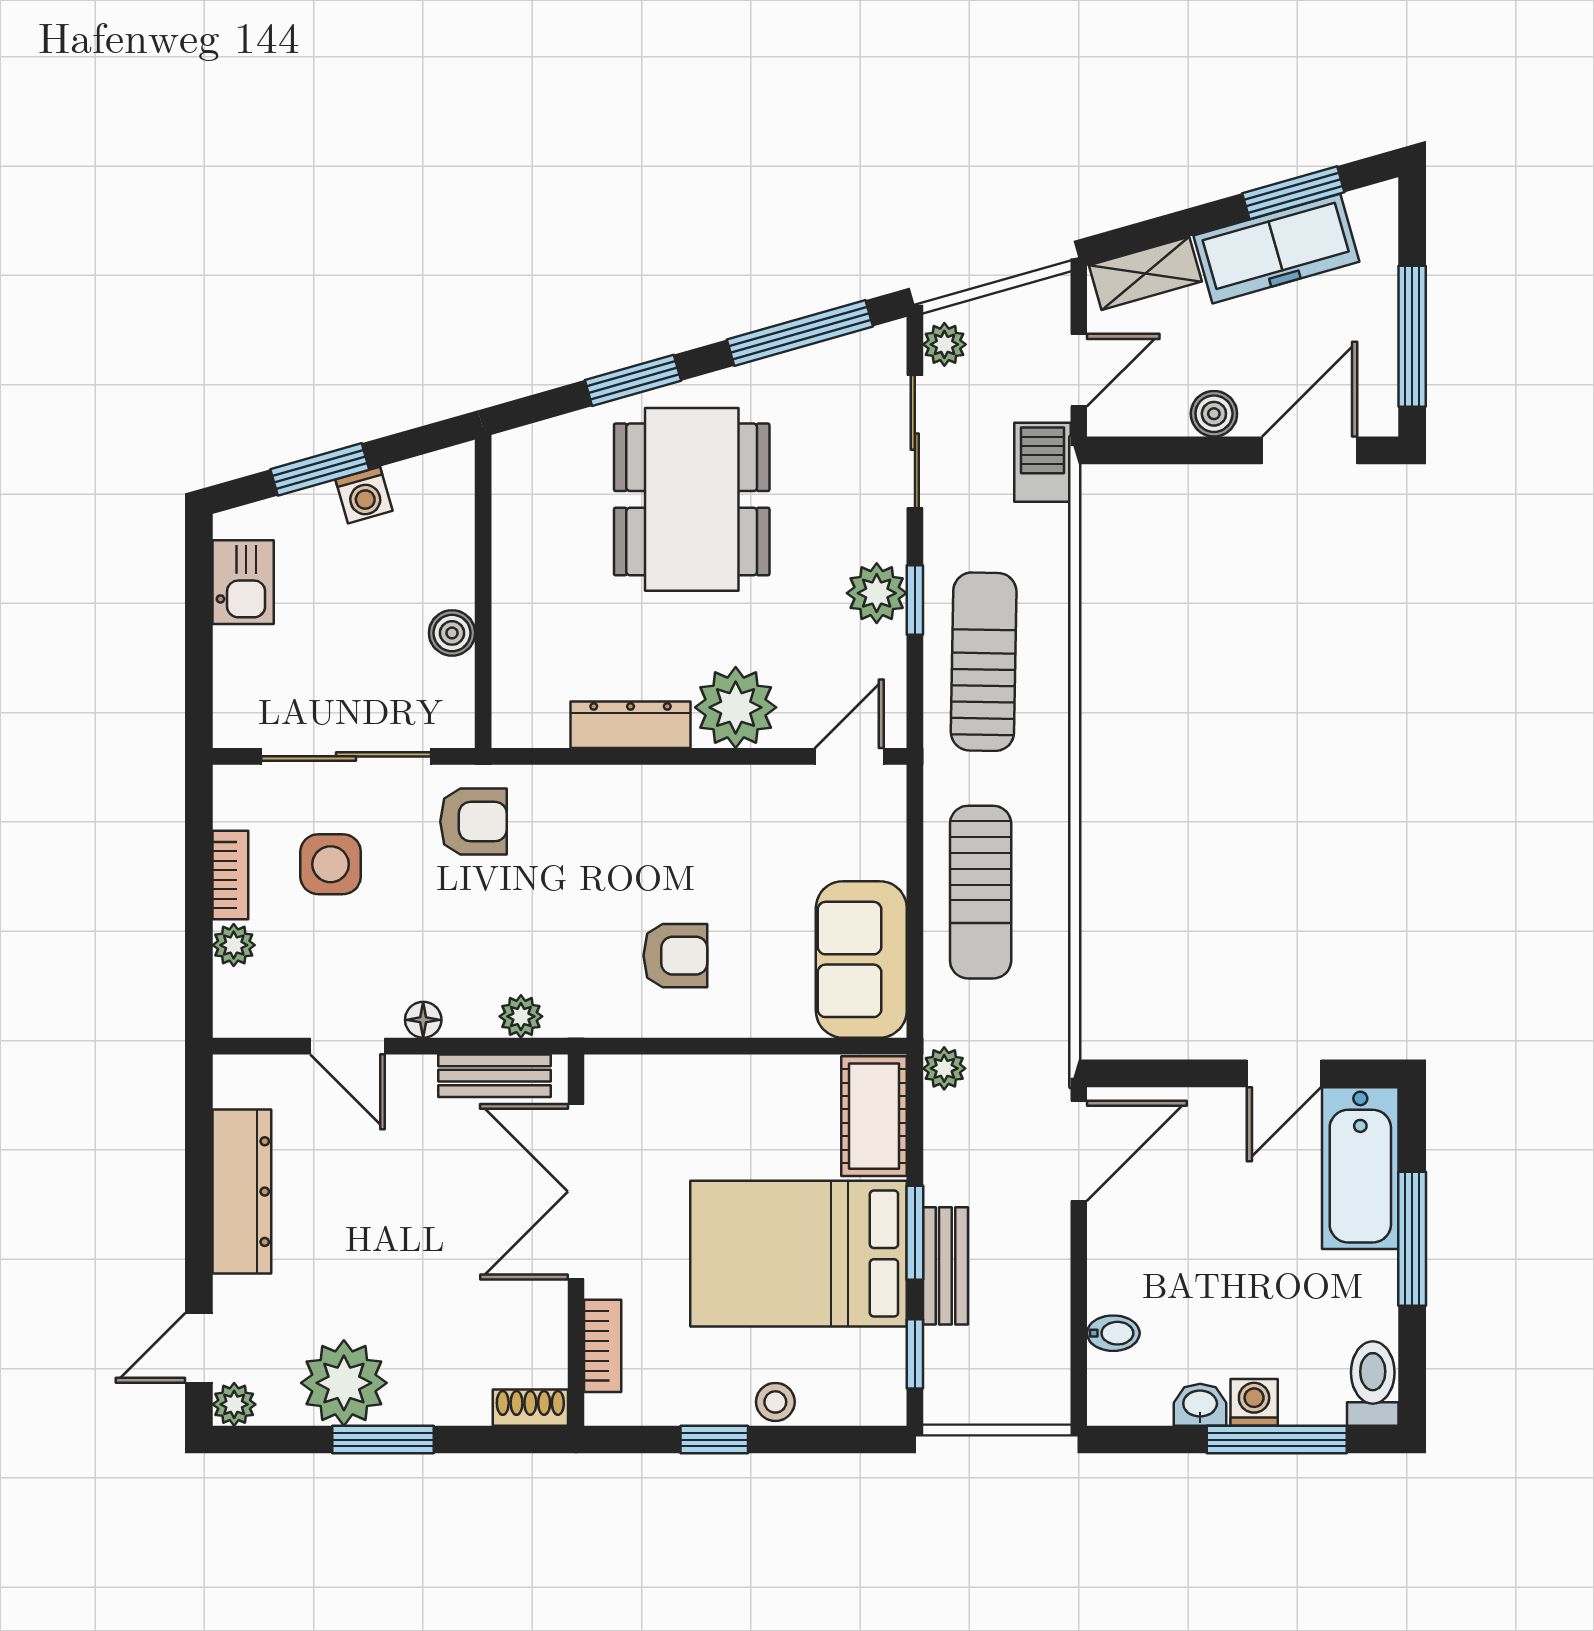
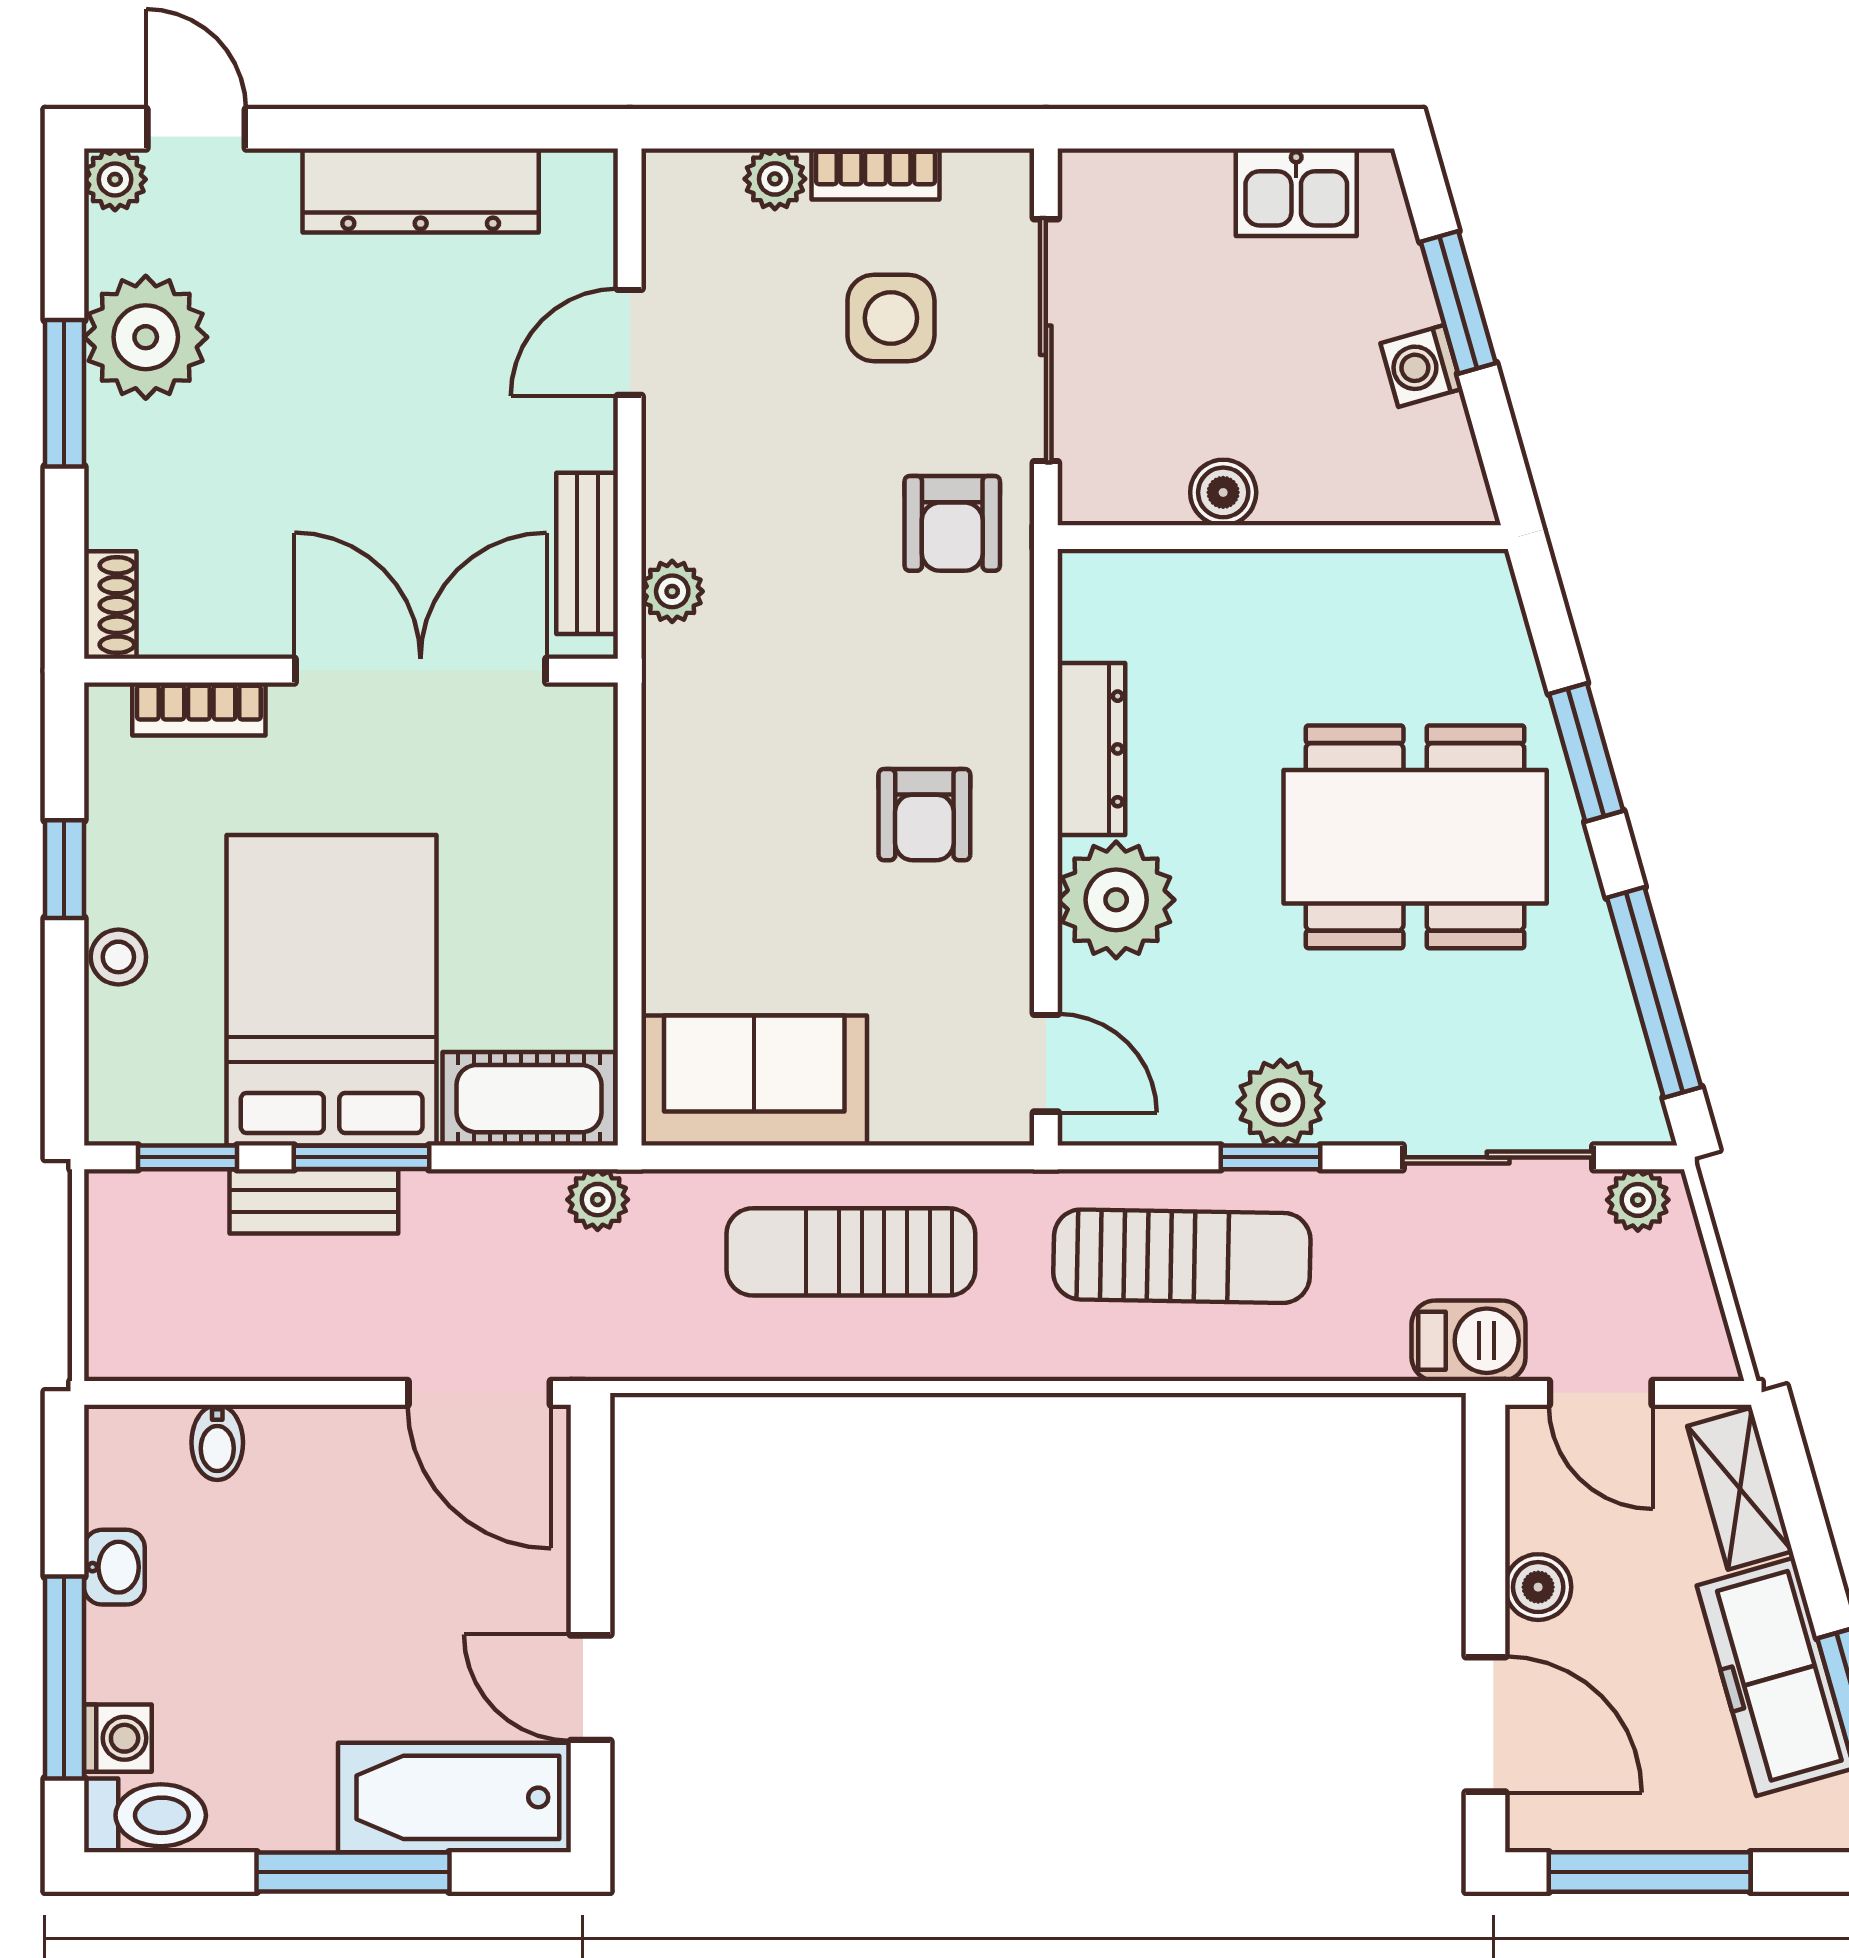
armchair: (675, 956) -> (924, 815), moved
floor lamp: (423, 1020) -> (667, 451), removed
washing machine: (1254, 1402) -> (118, 1738), moved

